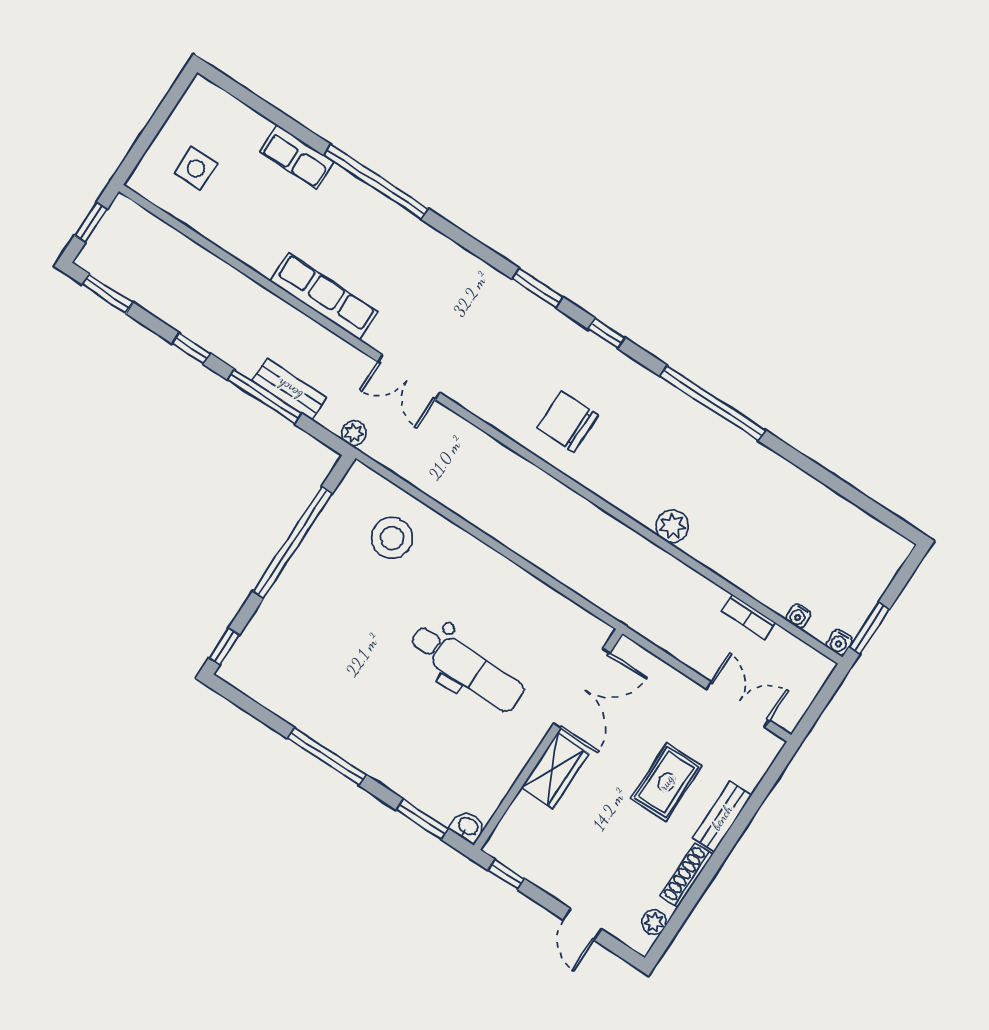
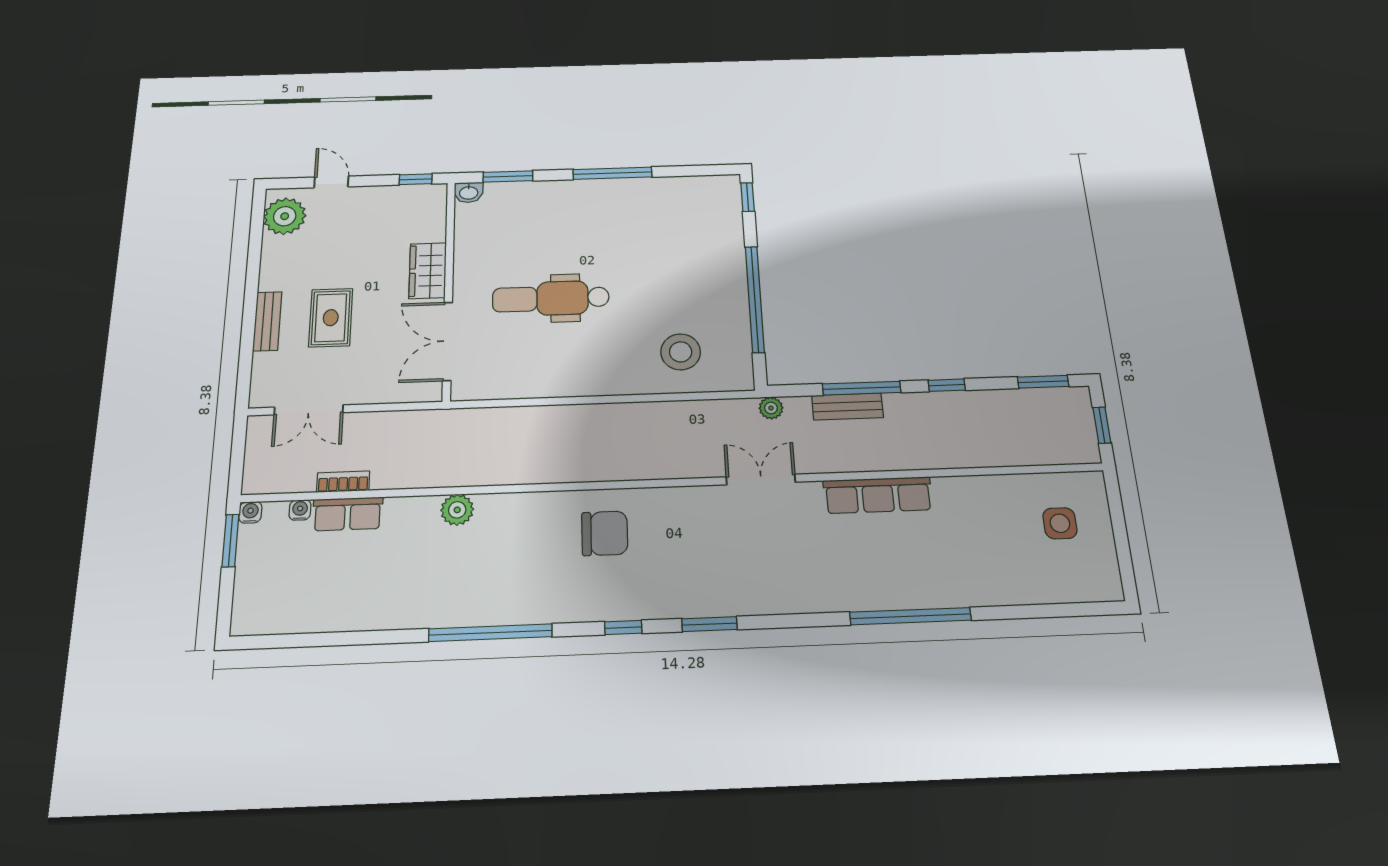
row of seats: (297, 157) -> (348, 514), moved, turned 180
shoe rack: (687, 875) -> (270, 263), removed
plant: (654, 922) -> (285, 216), width x1.88, depth x1.88

